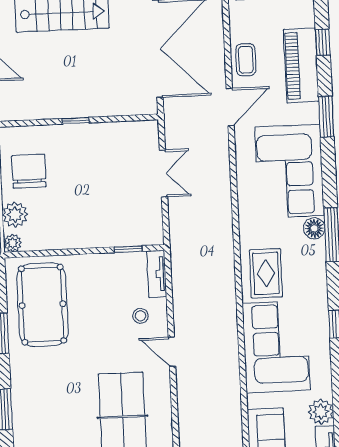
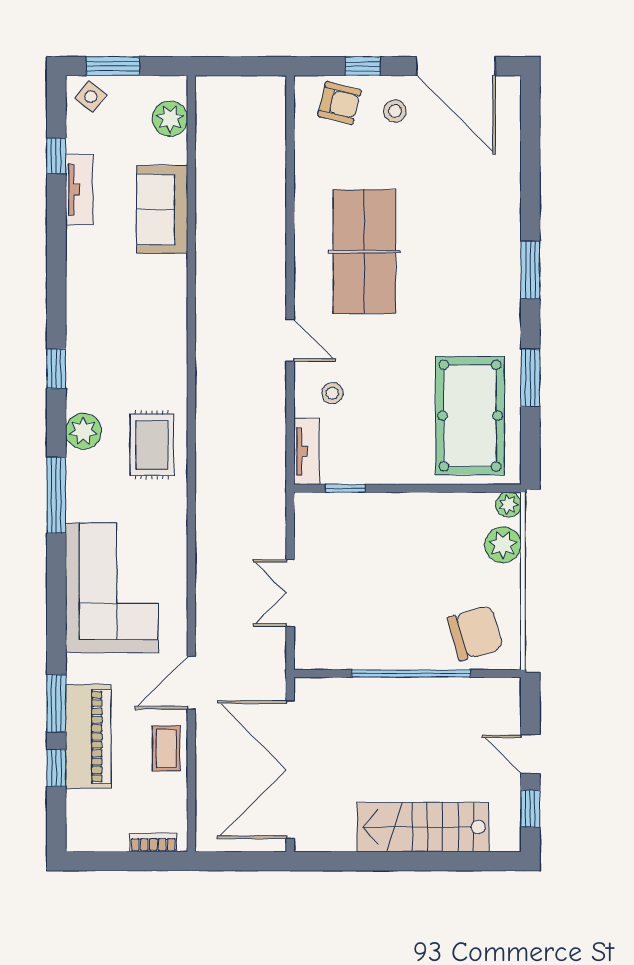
window: (326, 117) -> (56, 703), moved
window: (76, 121) -> (411, 673), width x3.17
chair: (29, 171) -> (475, 633), moved, turned -106
floor lamp: (314, 228) -> (81, 505), removed
corner sofa: (276, 347) -> (142, 341), removed
plant: (321, 412) -> (83, 431), moved

